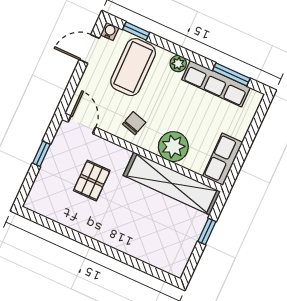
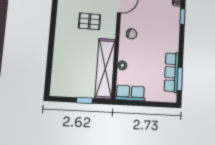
plant: (178, 64) -> (174, 47), removed
coffee table: (133, 67) -> (162, 22), removed
plant: (173, 147) -> (122, 65), width x0.53, depth x0.53

